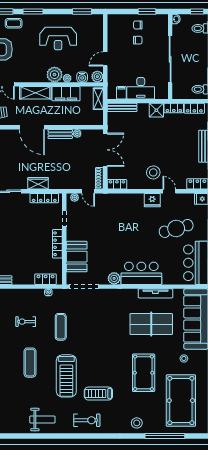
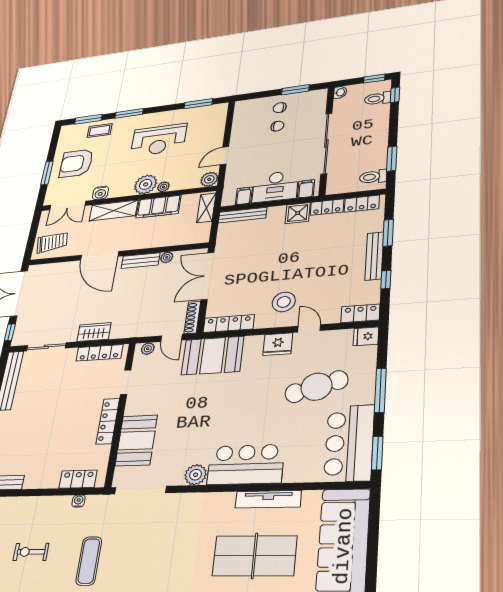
water cooler: (82, 77) -> (100, 193), moved
filing cabinet: (160, 93) -> (306, 189), added
double door: (105, 150) -> (208, 276), swing flipped
locker: (117, 184) -> (229, 324), width x1.53
booth: (115, 205) -> (213, 356), added

